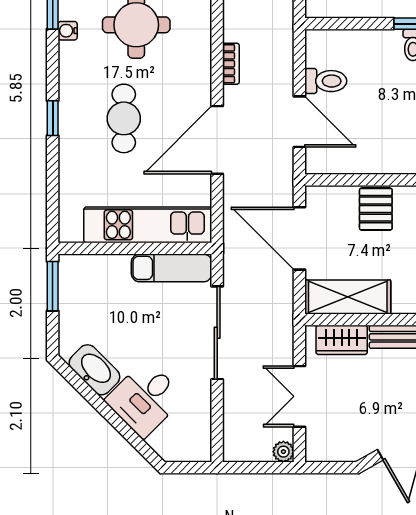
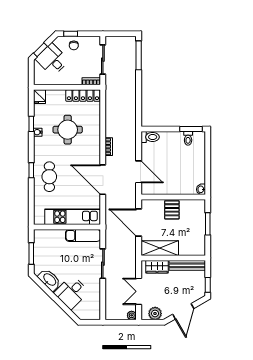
toilet: (326, 81) -> (150, 137), moved
cafe table: (124, 118) -> (49, 177), moved
door: (217, 140) -> (103, 180), hinge flipped
window: (53, 286) -> (31, 254), moved
sliding door: (217, 333) -> (103, 264), width x0.73
plant: (337, 447) -> (155, 313), added

